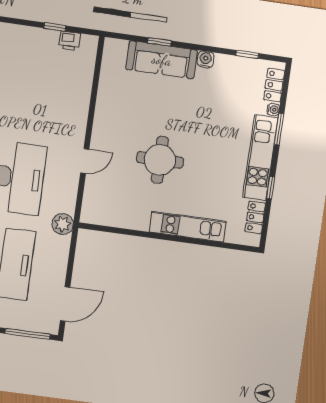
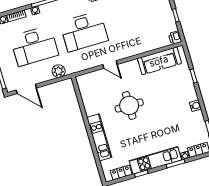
printer: (70, 41) -> (175, 38), moved
sofa: (162, 60) -> (159, 61), moved, turned -90
plant: (63, 224) -> (59, 71), moved

